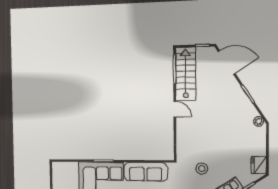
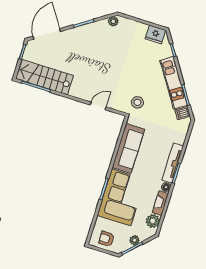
door: (175, 109) -> (98, 106), moved
stool: (202, 169) -> (137, 102), moved
armchair: (62, 176) -> (106, 239), added

